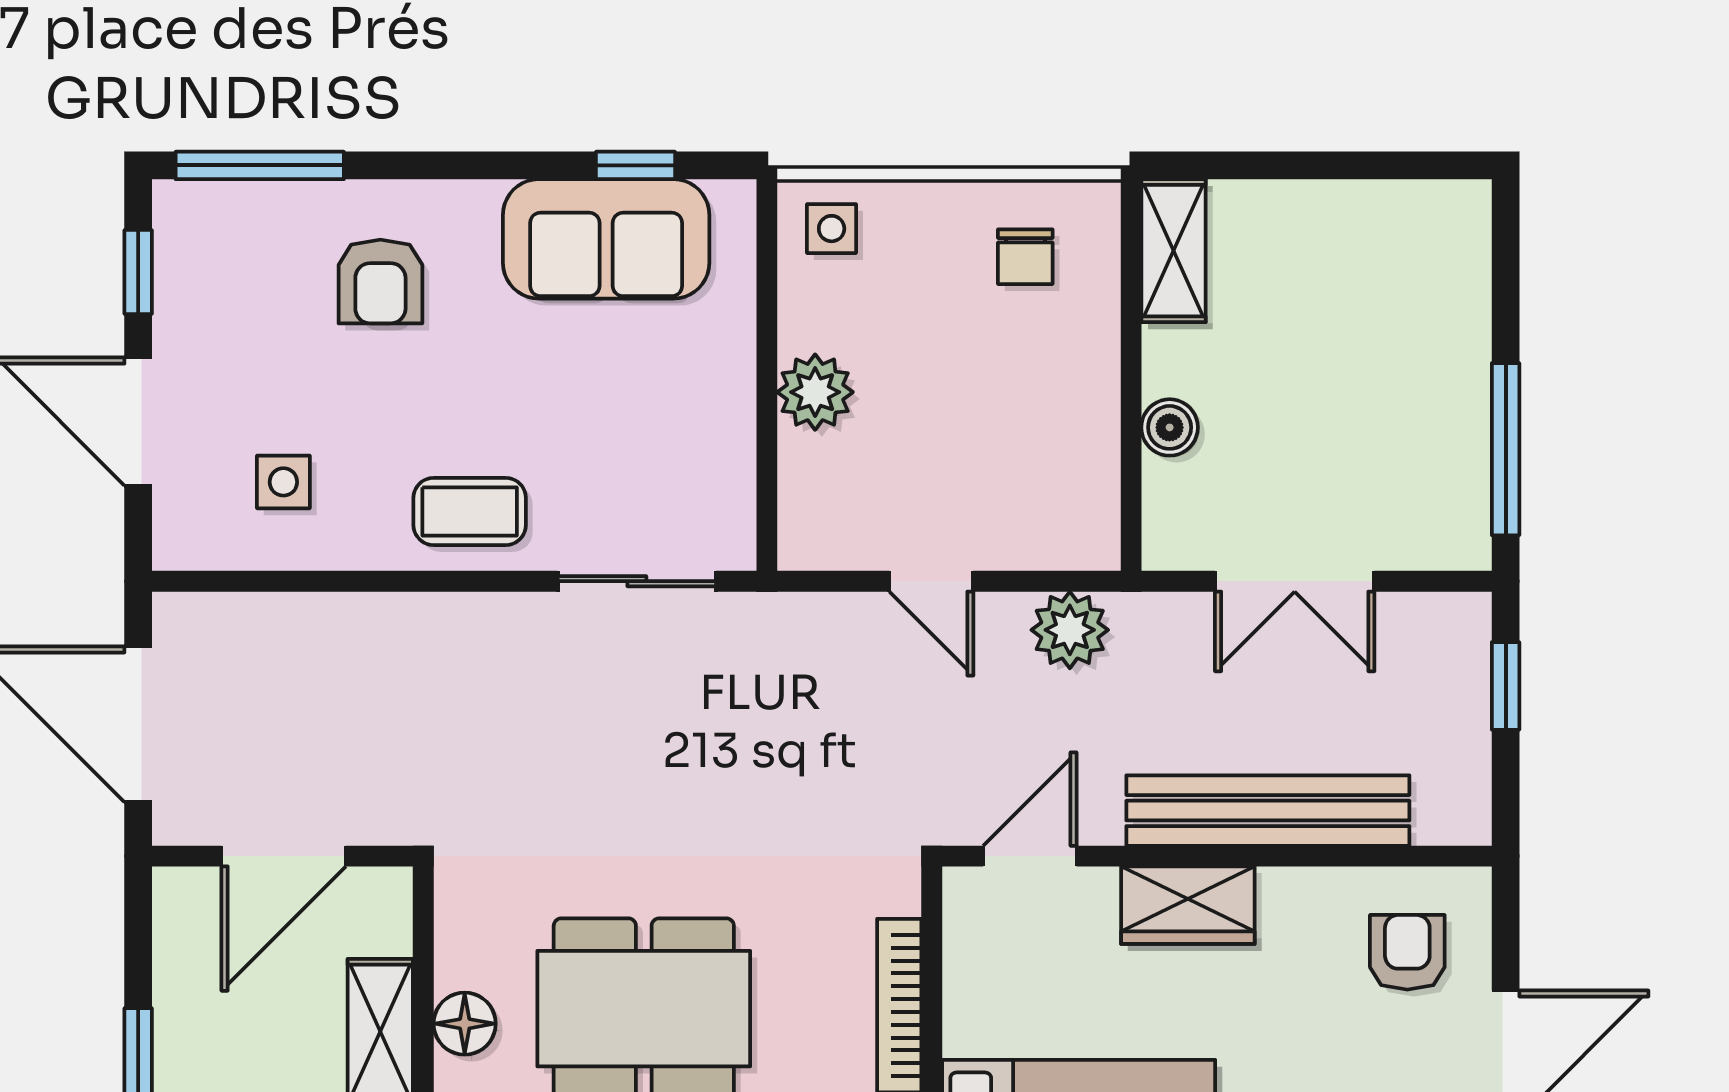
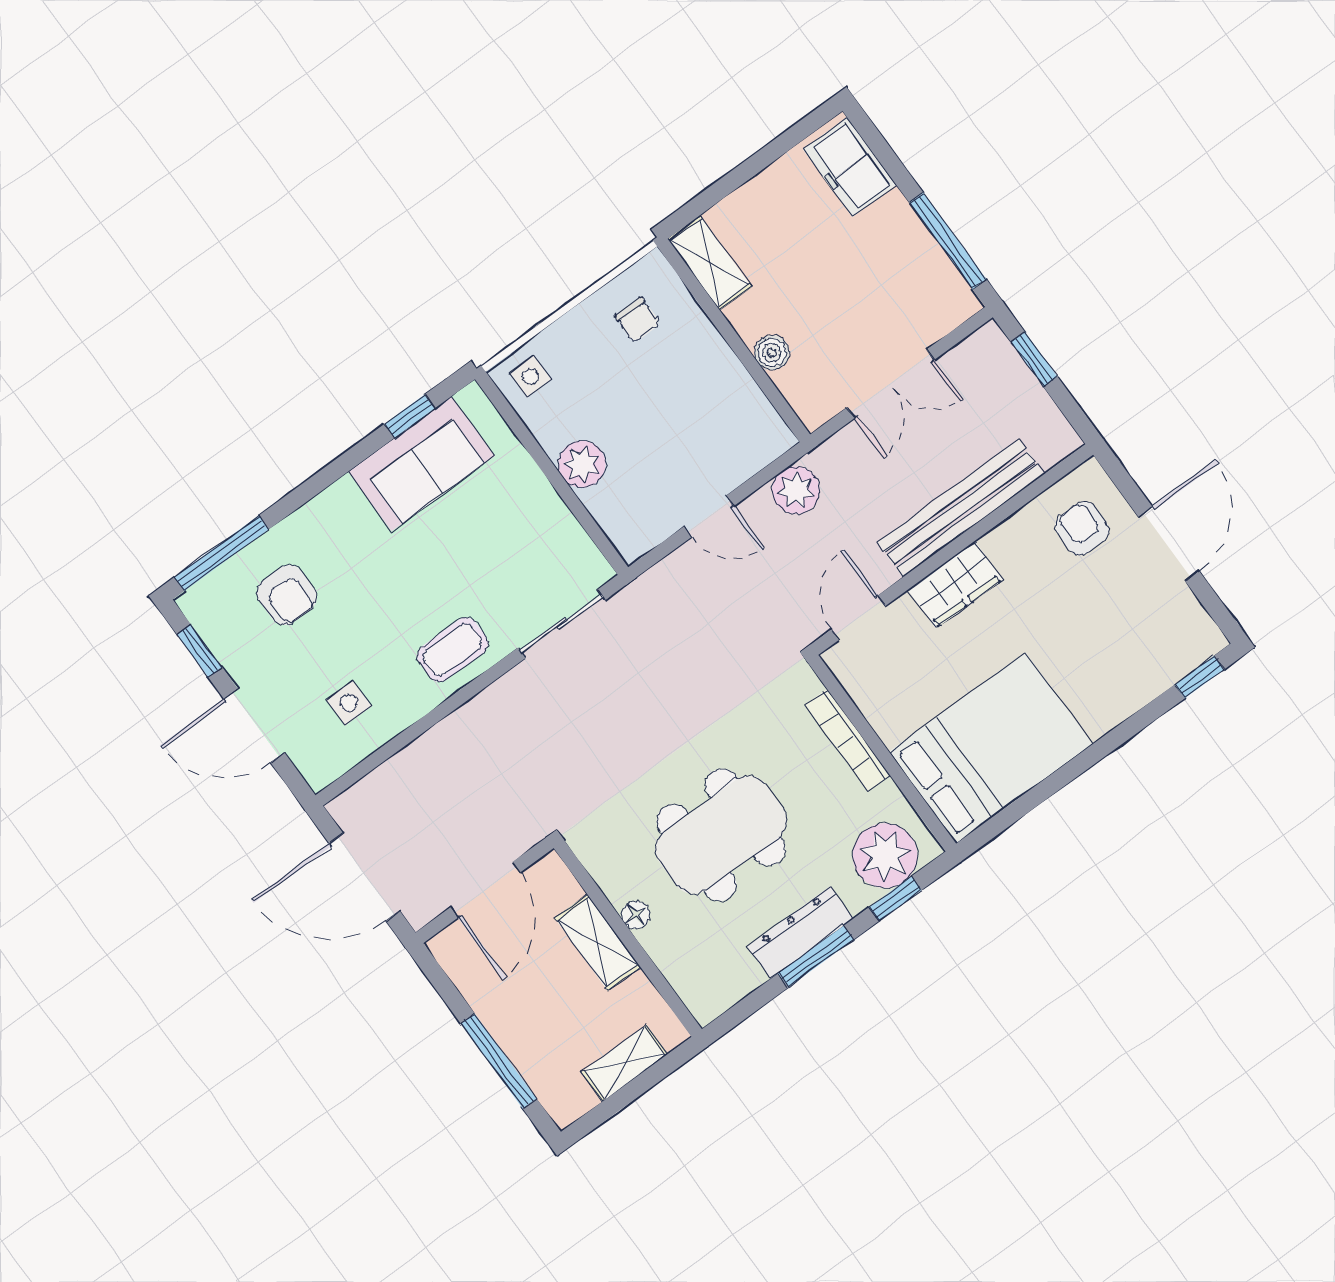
freezer: (1448, 259) -> (850, 167), added
armchair: (380, 282) -> (287, 595), moved
floor lamp: (465, 1024) -> (636, 915), width x0.73, depth x0.73

